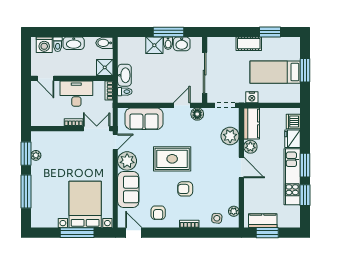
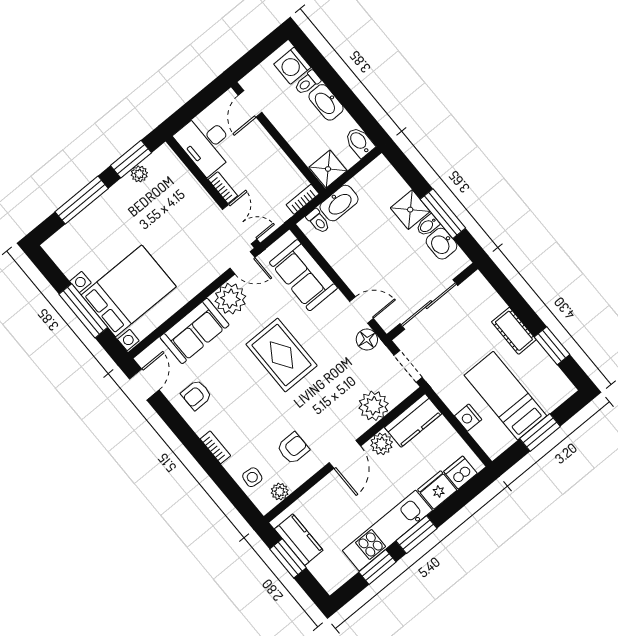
desk: (76, 94) -> (206, 143), moved, turned 180
nightstand: (252, 97) -> (468, 418), moved
armchair: (185, 189) -> (293, 448), moved, turned 90

